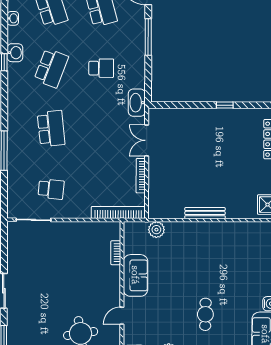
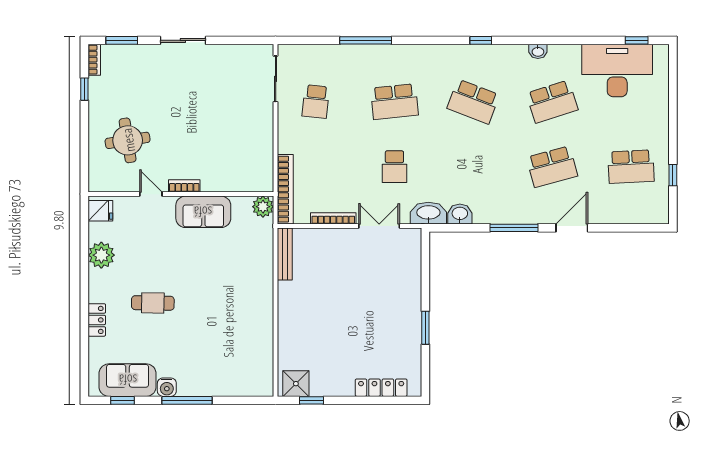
washbasin: (15, 53) -> (460, 214), moved, turned 180
school desk: (101, 68) -> (394, 167), moved
window: (225, 105) -> (425, 328), width x1.50
bench: (205, 213) -> (285, 254), moved
plant: (156, 230) -> (263, 207), moved
bookcase: (116, 253) -> (184, 186), moved

